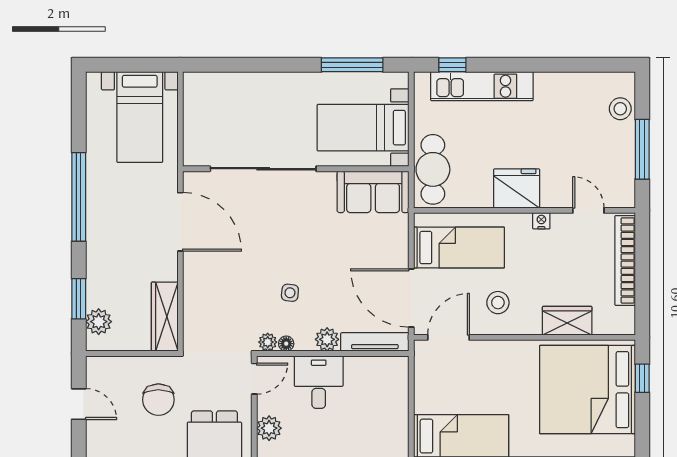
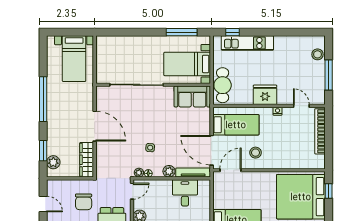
door: (180, 222) -> (95, 126), moved
wardrobe: (567, 321) -> (291, 162), removed
desk: (319, 382) -> (185, 193), moved

